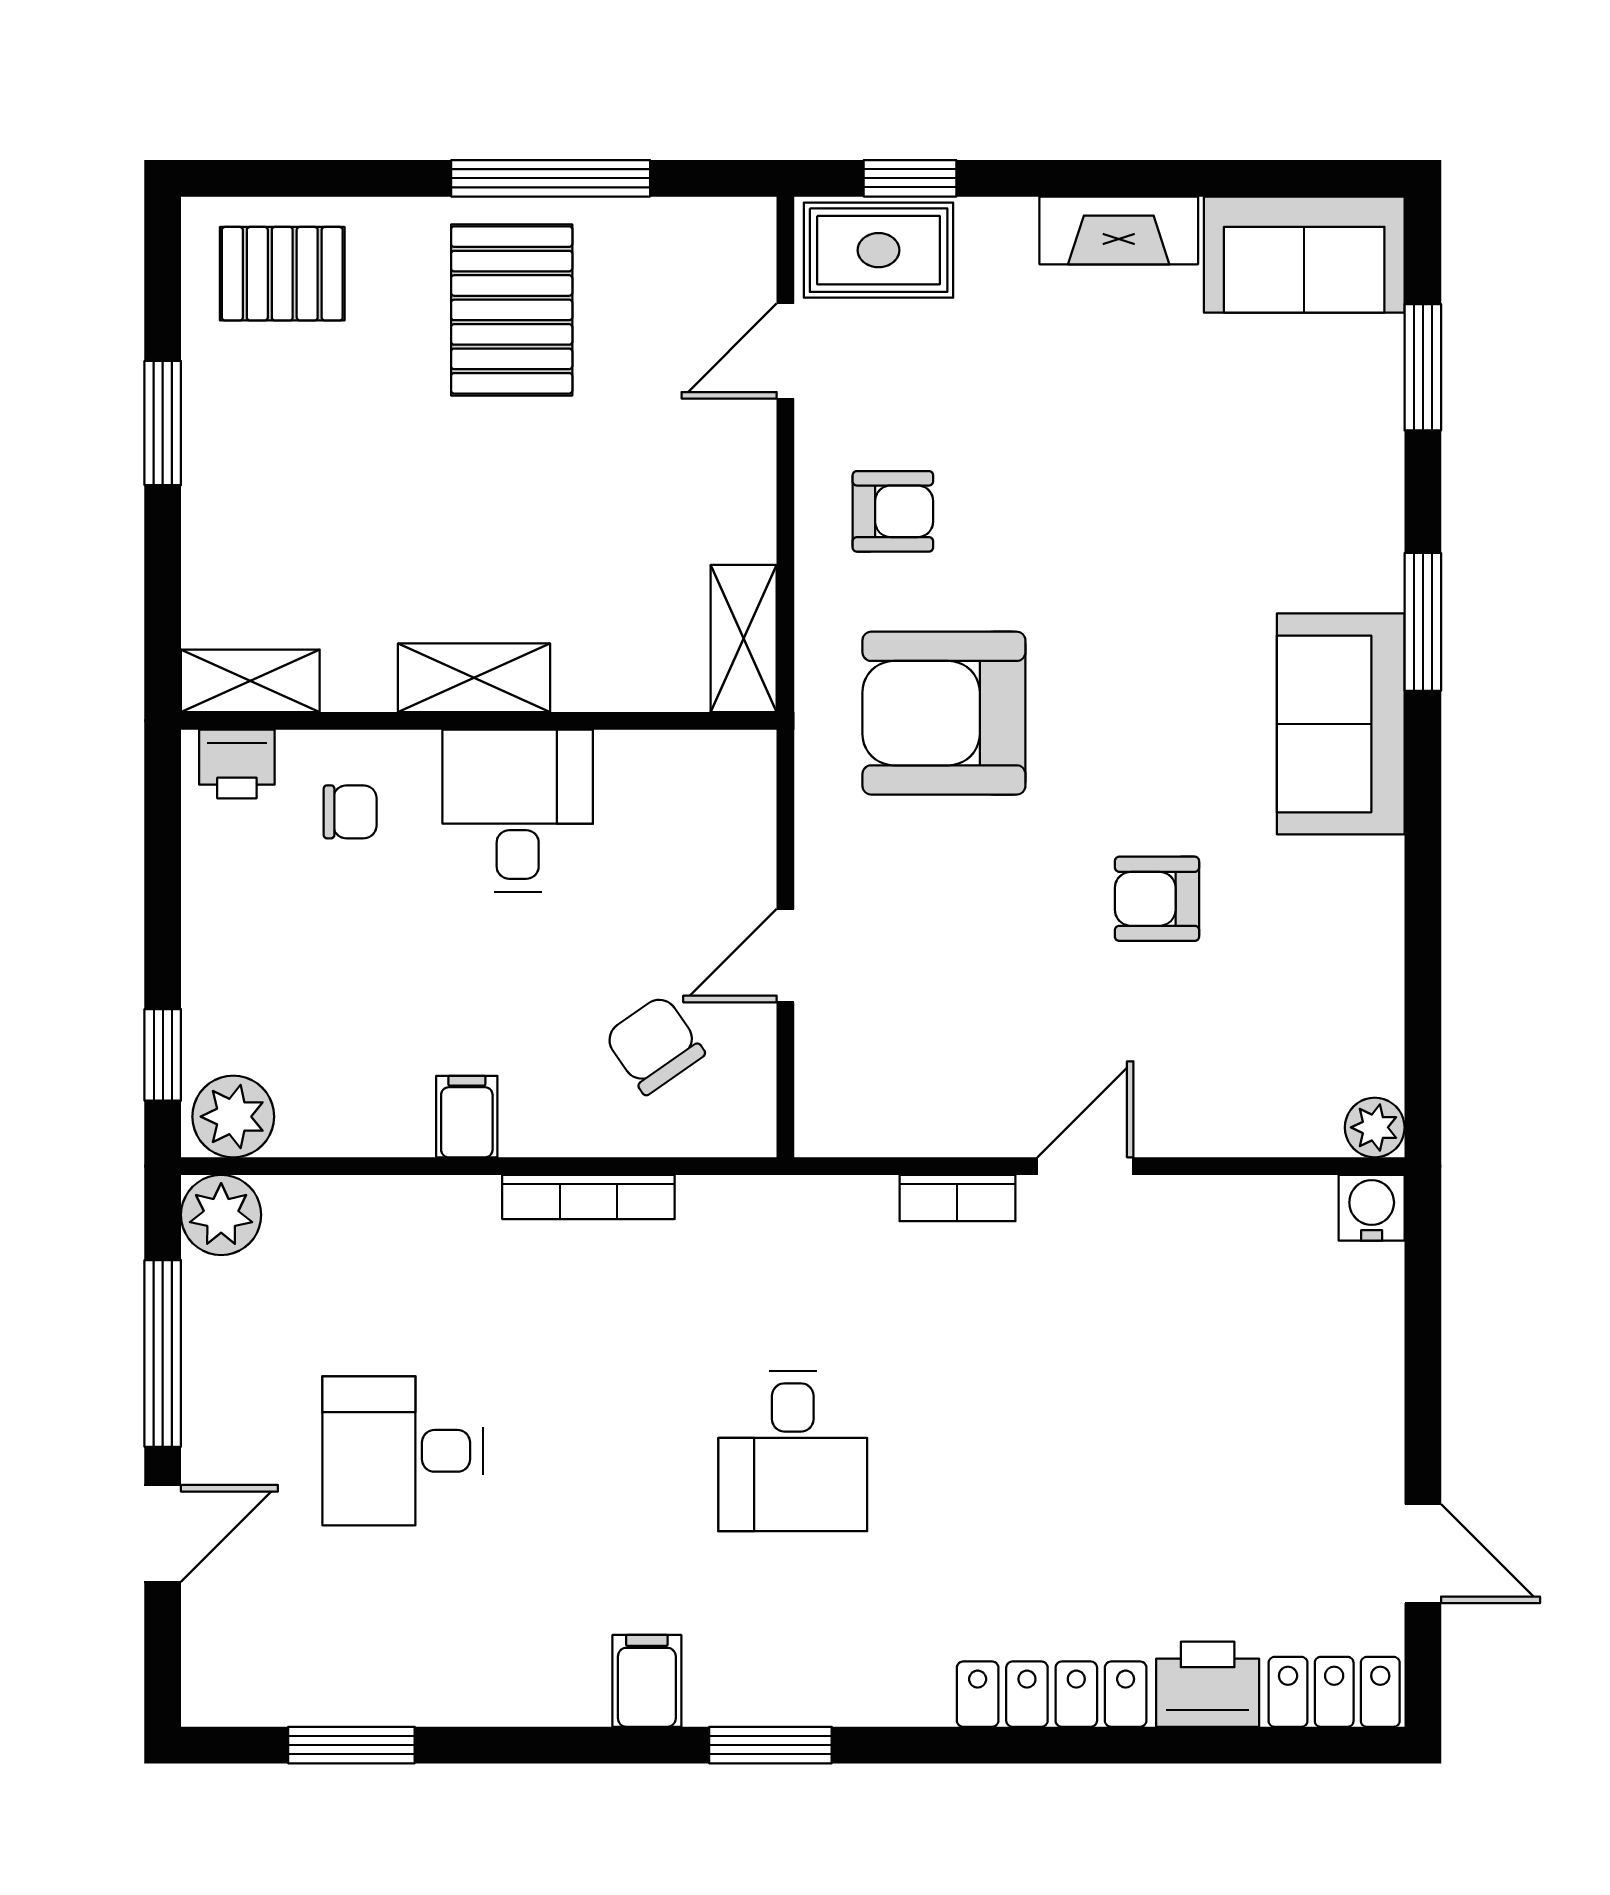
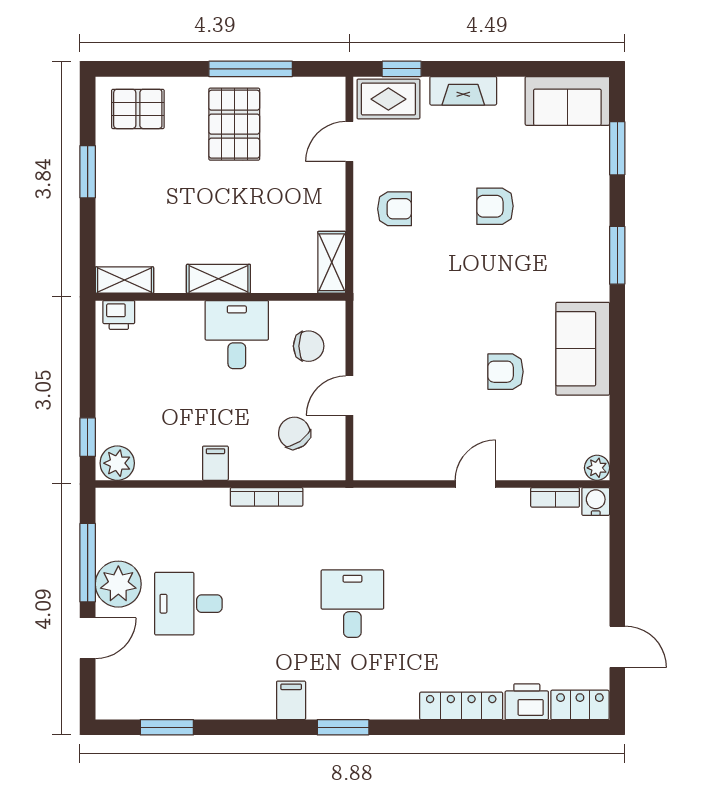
fireplace: (1119, 230) -> (463, 91), moved
armchair: (944, 713) -> (495, 206), moved, width x0.53, depth x0.53
sofa: (1341, 724) -> (583, 349), moved
chair: (350, 812) -> (309, 346), moved, width x1.37, depth x1.37
bookcase: (957, 1198) -> (555, 497), moved
plant: (221, 1215) -> (118, 584), moved, width x1.36, depth x1.36
desk: (793, 1451) -> (352, 604), turned 180

